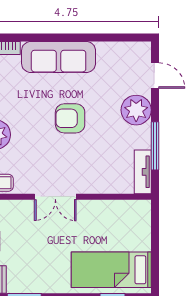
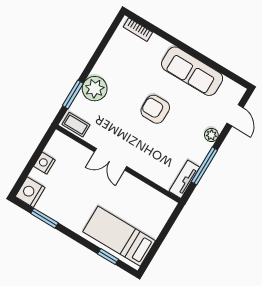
sofa: (59, 57) -> (192, 71), moved
plant: (136, 110) -> (211, 135), width x0.53, depth x0.53

